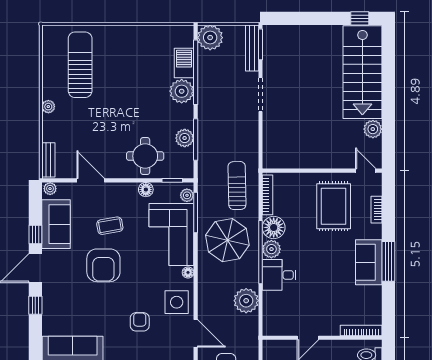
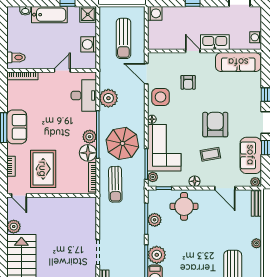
floor lamp: (146, 190) -> (195, 181), moved
desk: (279, 275) -> (84, 96), moved, width x1.37

